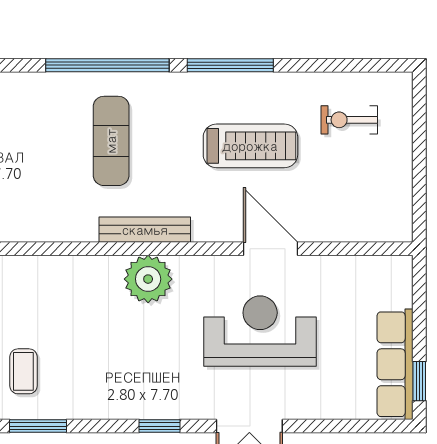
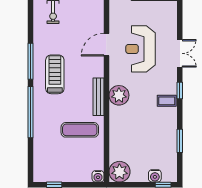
exercise mat: (111, 141) -> (80, 130), moved
treadmill: (250, 146) -> (55, 74), moved
coffee table: (23, 371) -> (167, 101), moved

